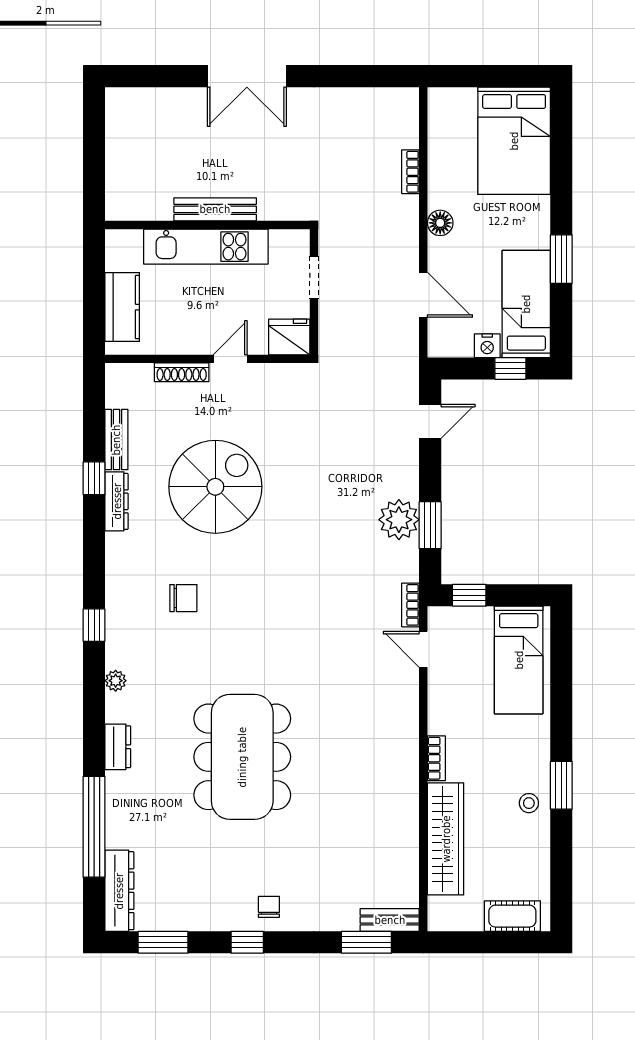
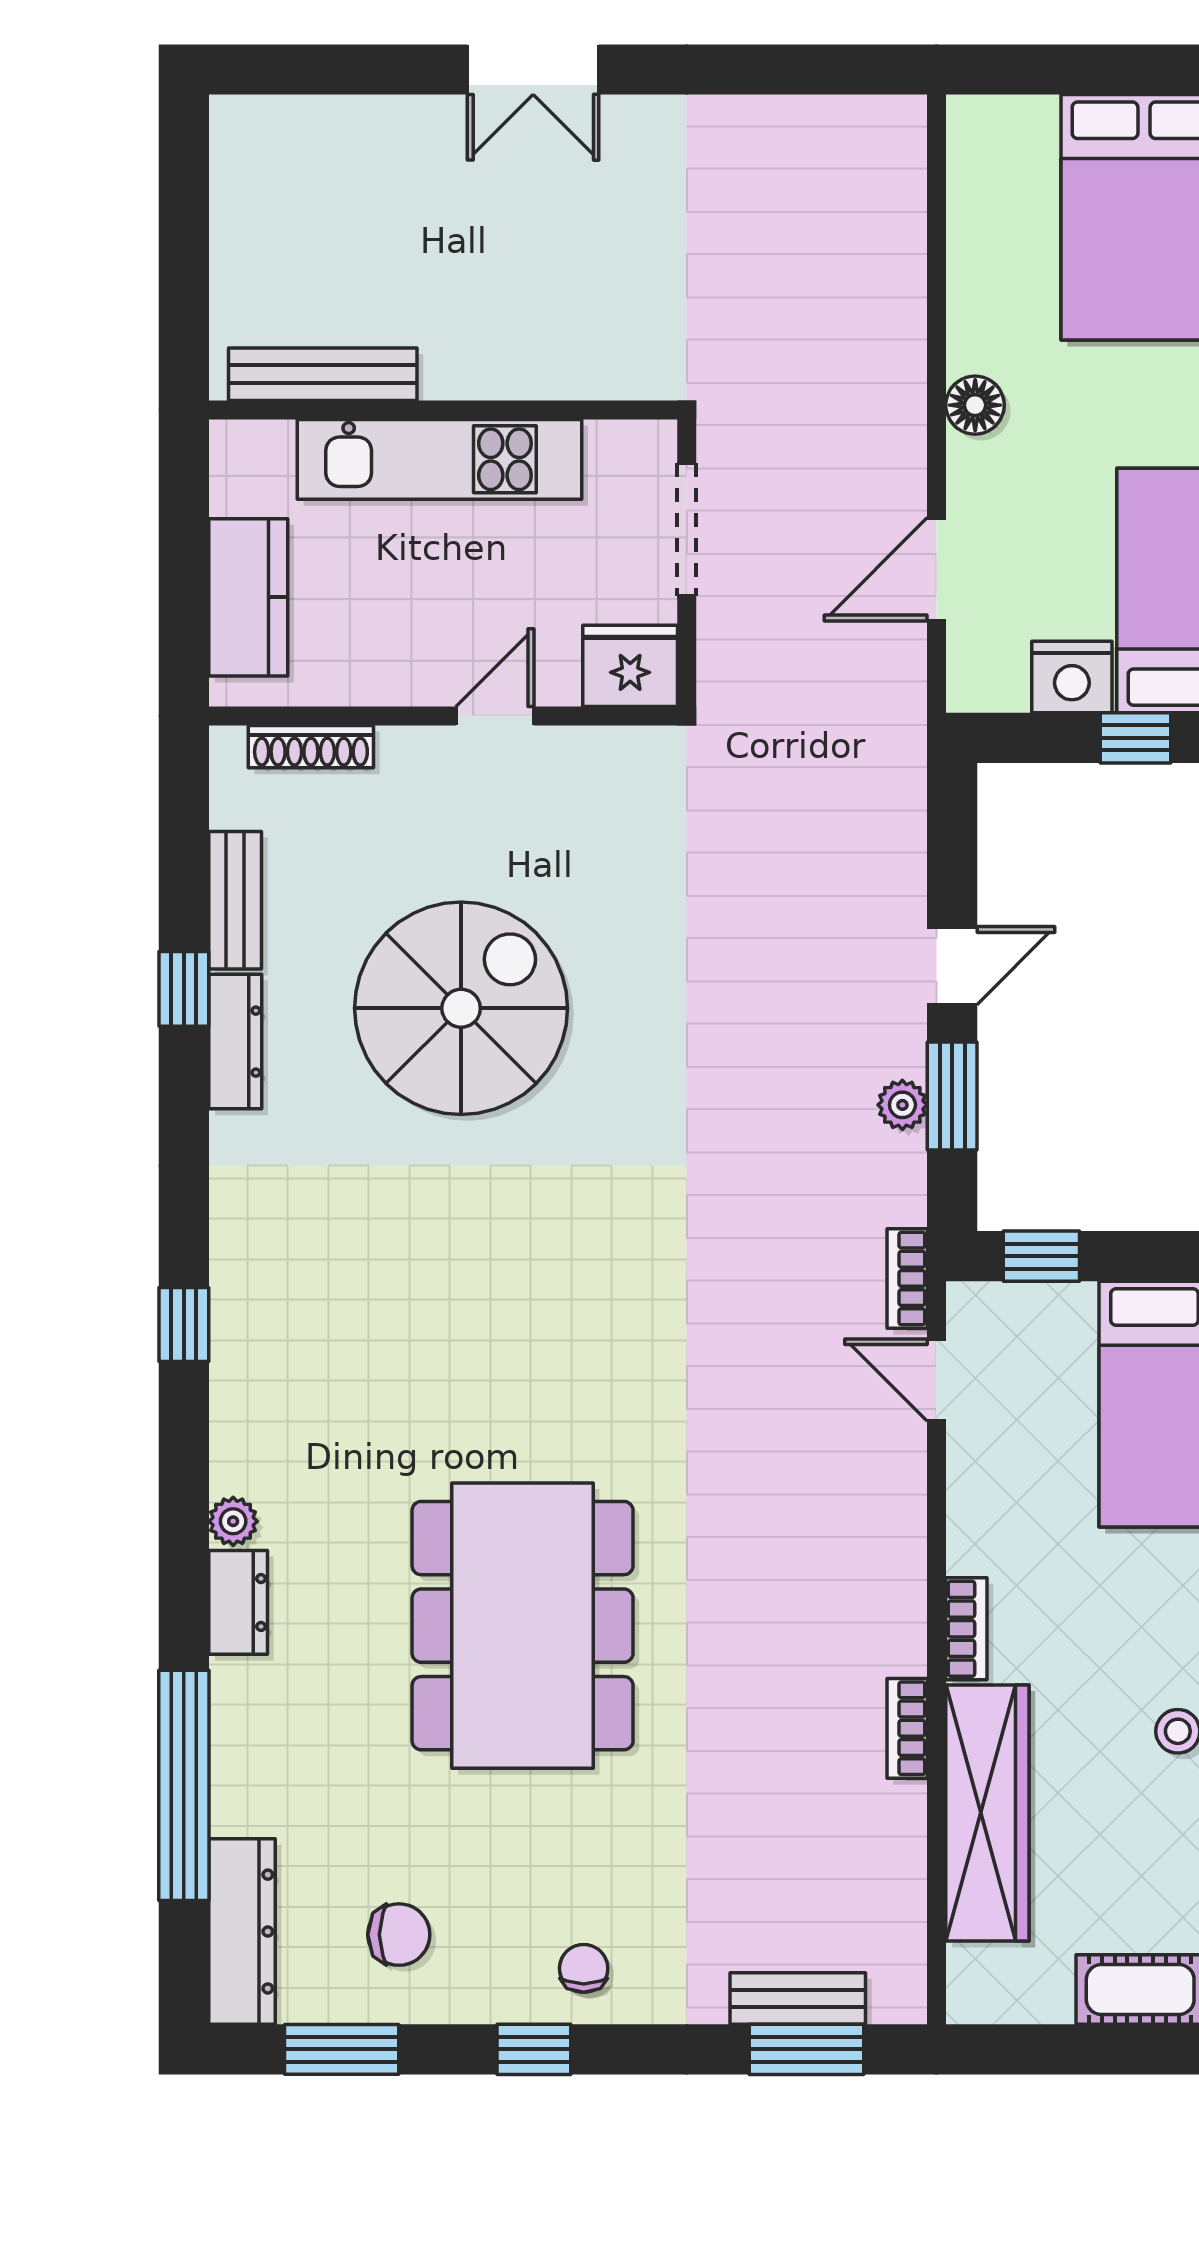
double door: (247, 76) -> (533, 70), width x0.73
bookcase: (410, 172) -> (907, 1728), moved
bench: (215, 209) -> (323, 374), moved
doorway: (314, 277) -> (687, 529), width x1.38
door: (423, 295) -> (936, 569), swing flipped
nightstand: (487, 346) -> (1072, 677), width x1.36, depth x1.33
shoe rack: (182, 372) -> (311, 747), moved
door: (430, 421) -> (952, 966), moved
plant: (399, 520) -> (902, 1105), width x0.53, depth x0.53
chair: (183, 598) -> (399, 1935), moved
plant: (116, 681) -> (233, 1521), moved
bench: (390, 920) -> (798, 1999), moved

